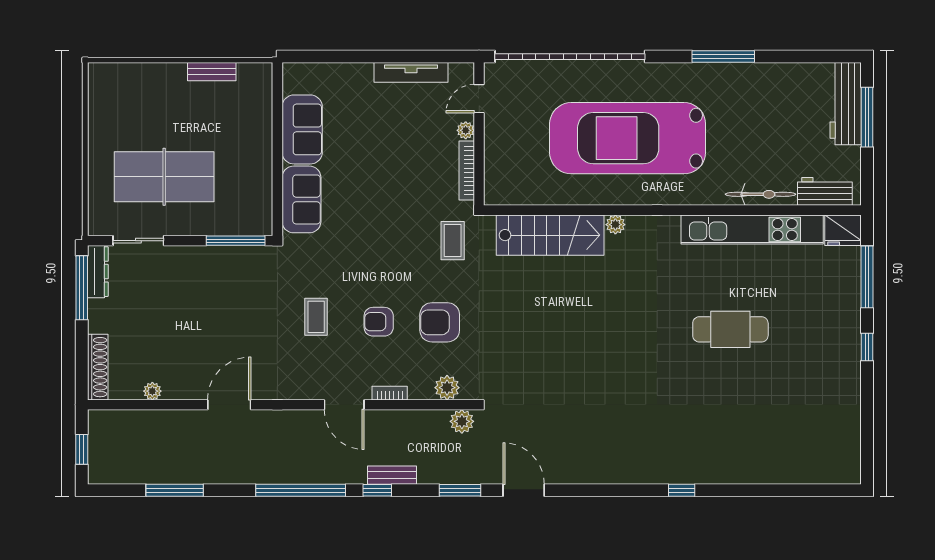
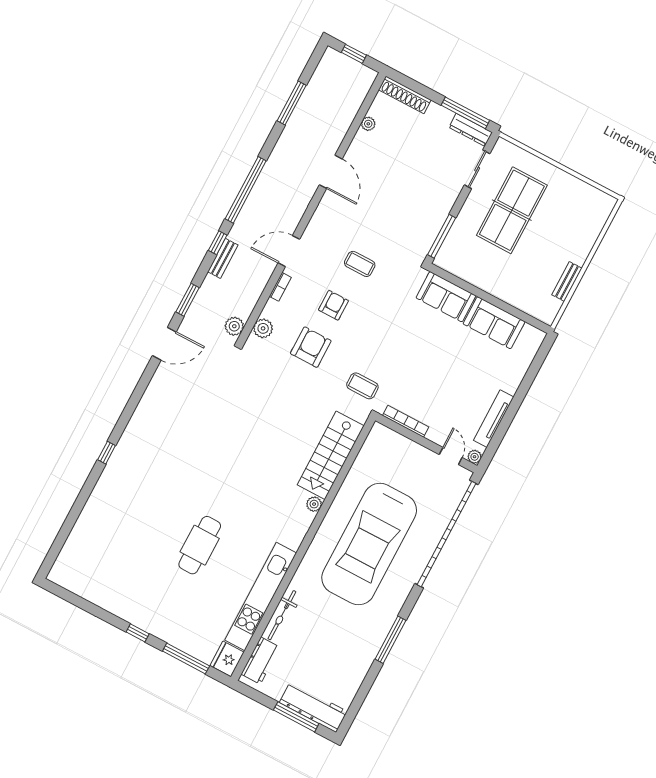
plant: (466, 130) -> (475, 457), moved
car: (628, 138) -> (369, 544), turned 180

